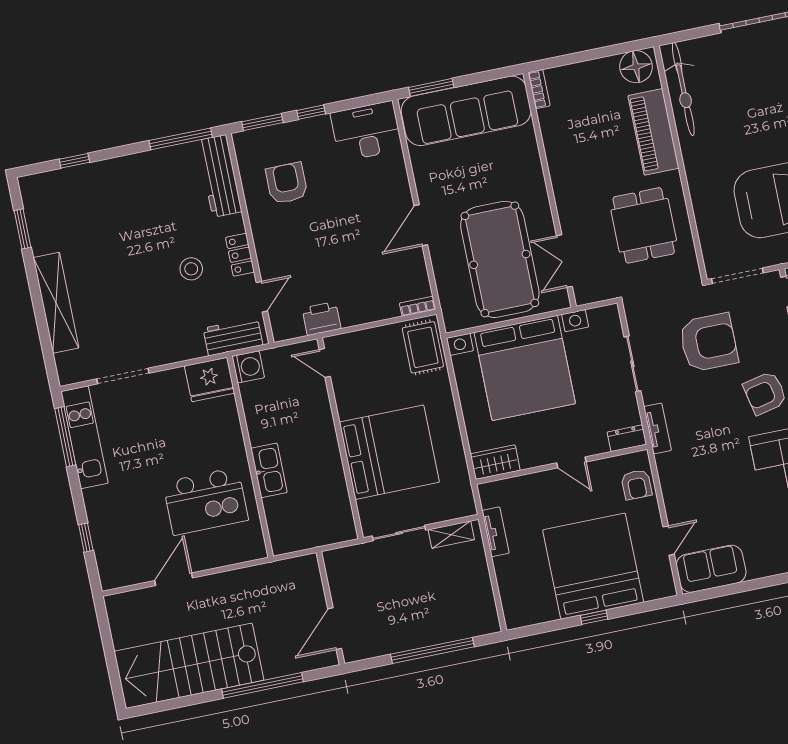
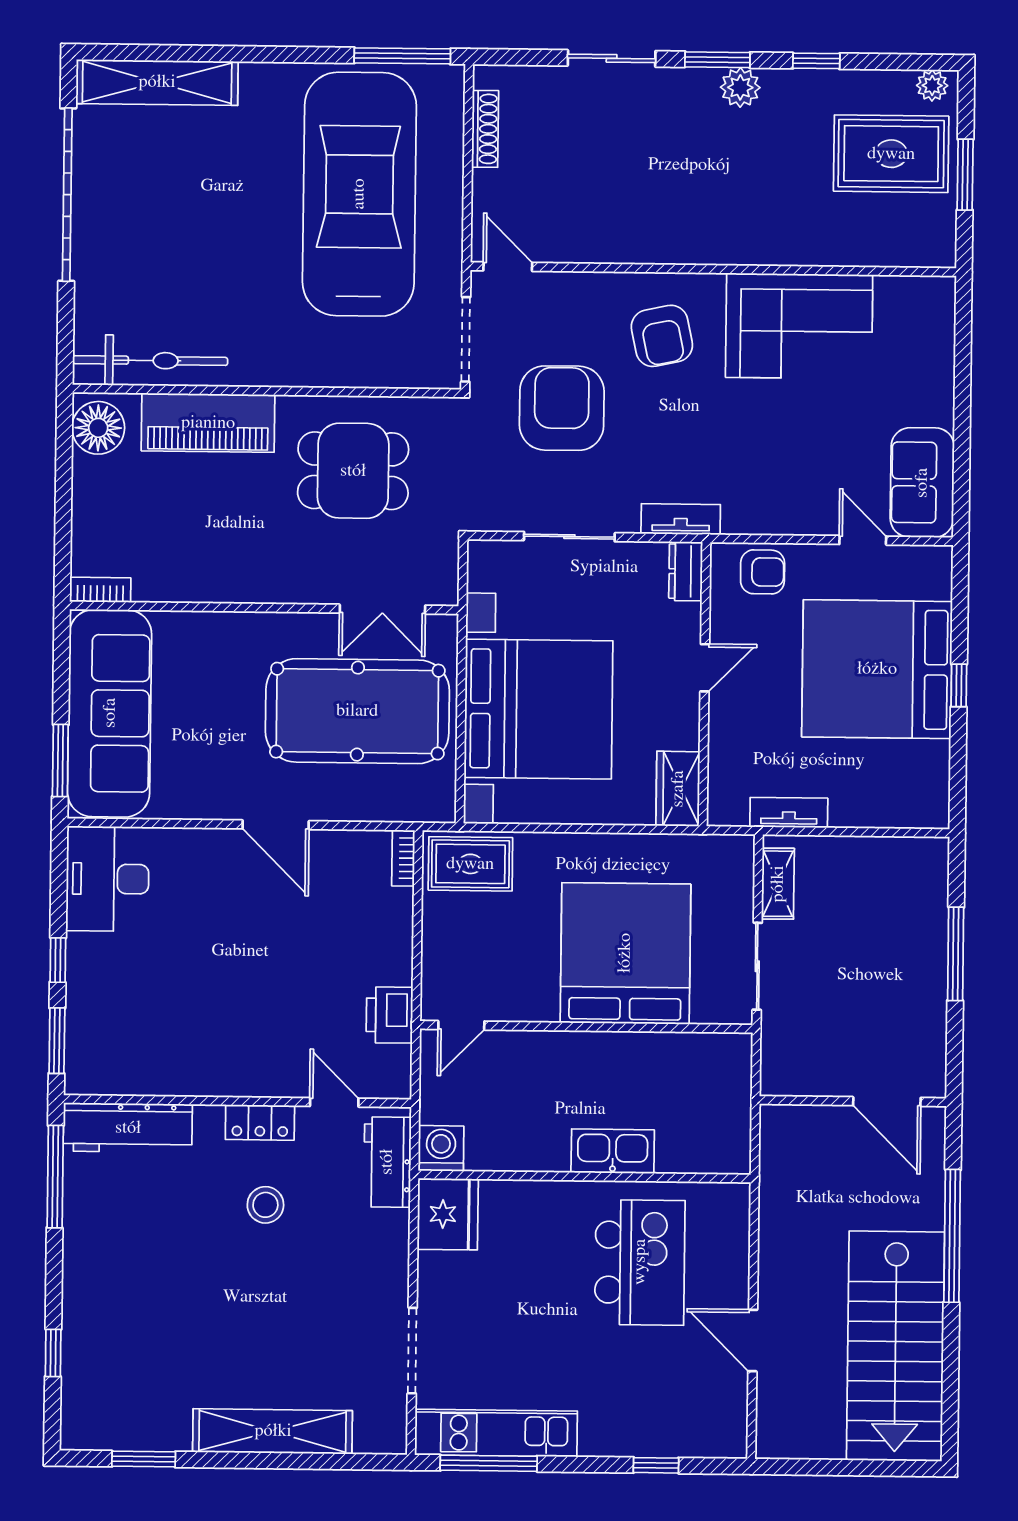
armchair: (287, 183) -> (162, 1023), removed
window: (432, 651) -> (956, 954), width x0.68

